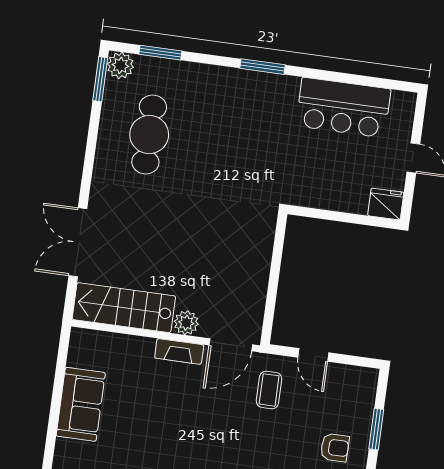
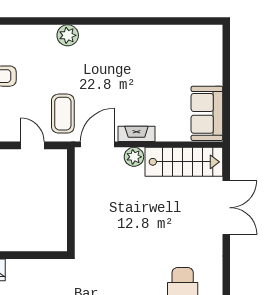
coffee table: (269, 390) -> (63, 114), width x1.36, depth x1.30
sofa: (81, 404) -> (207, 113), moved

